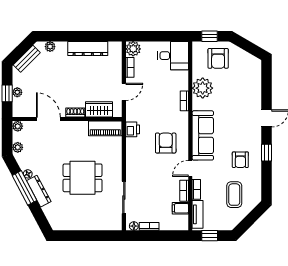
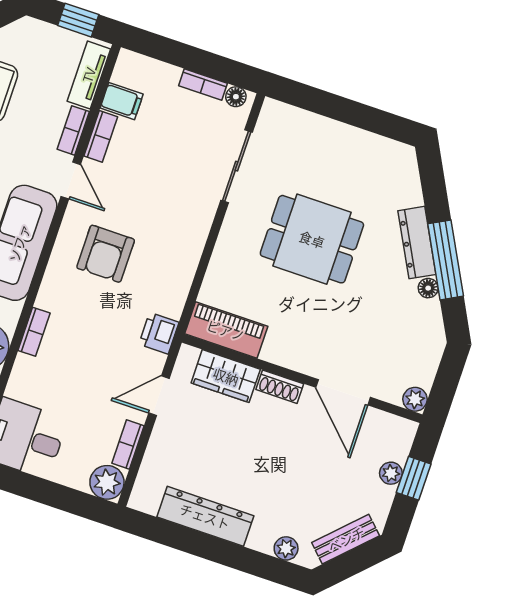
printer: (133, 129) -> (159, 333), moved
plant: (18, 147) -> (431, 353), removed
door: (190, 168) -> (71, 180), hinge flipped

